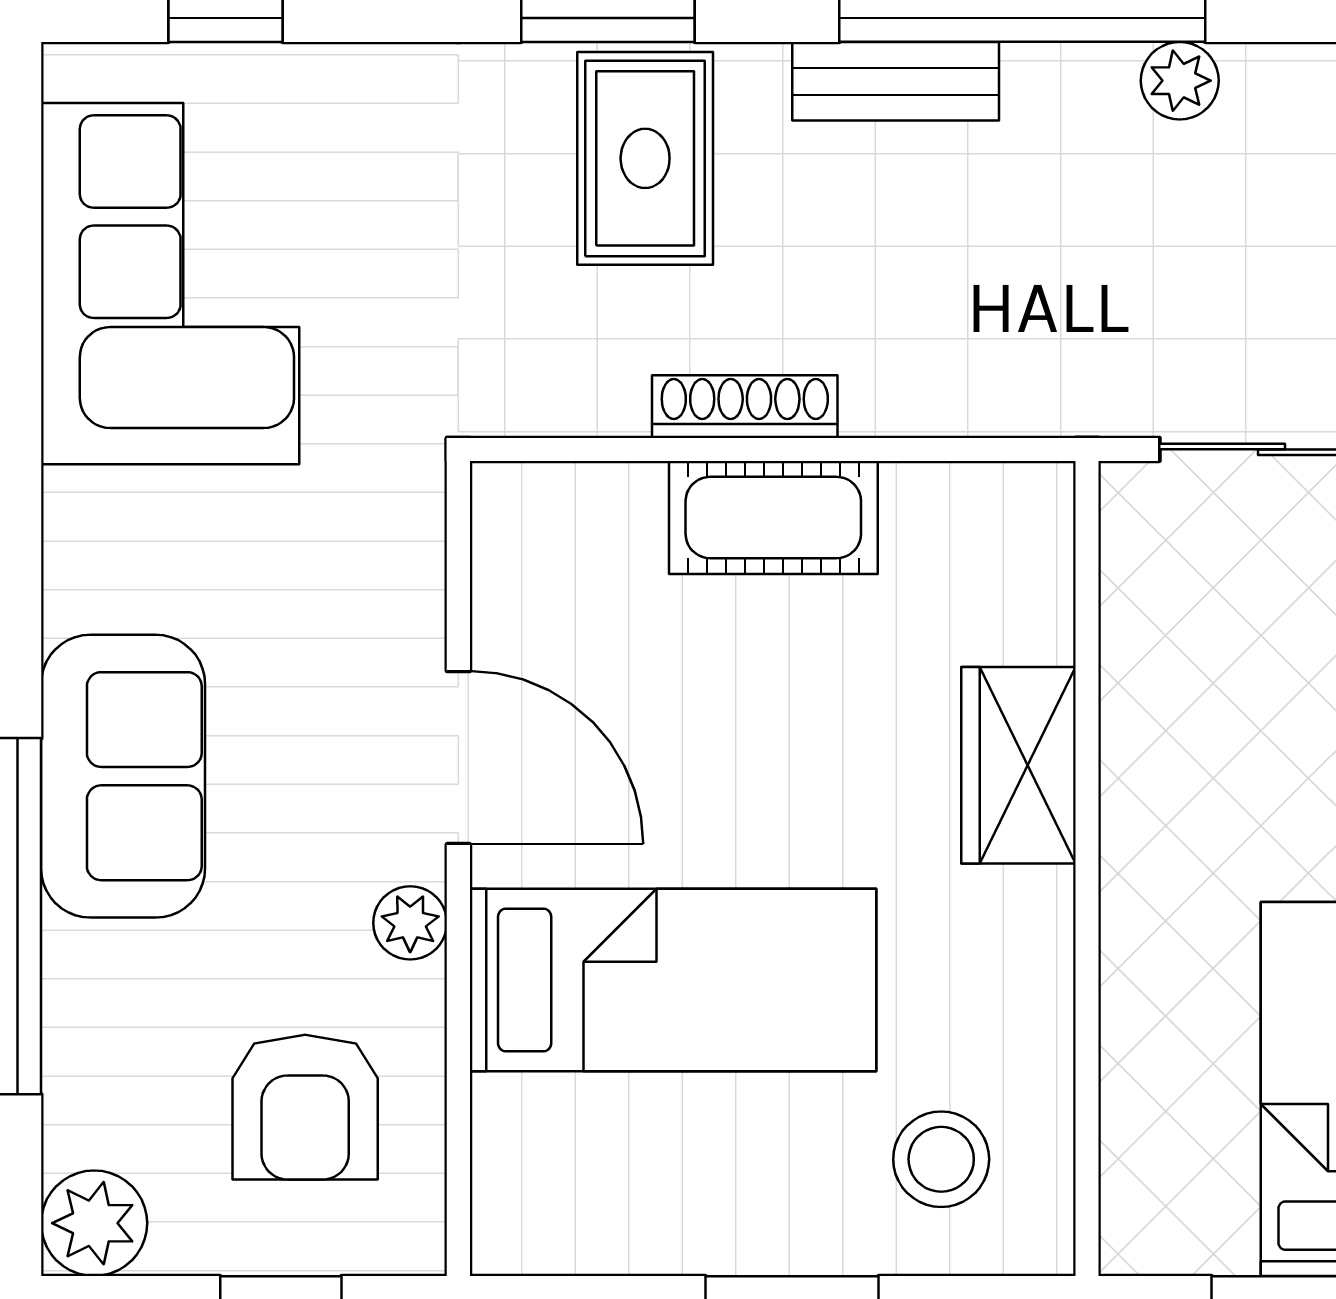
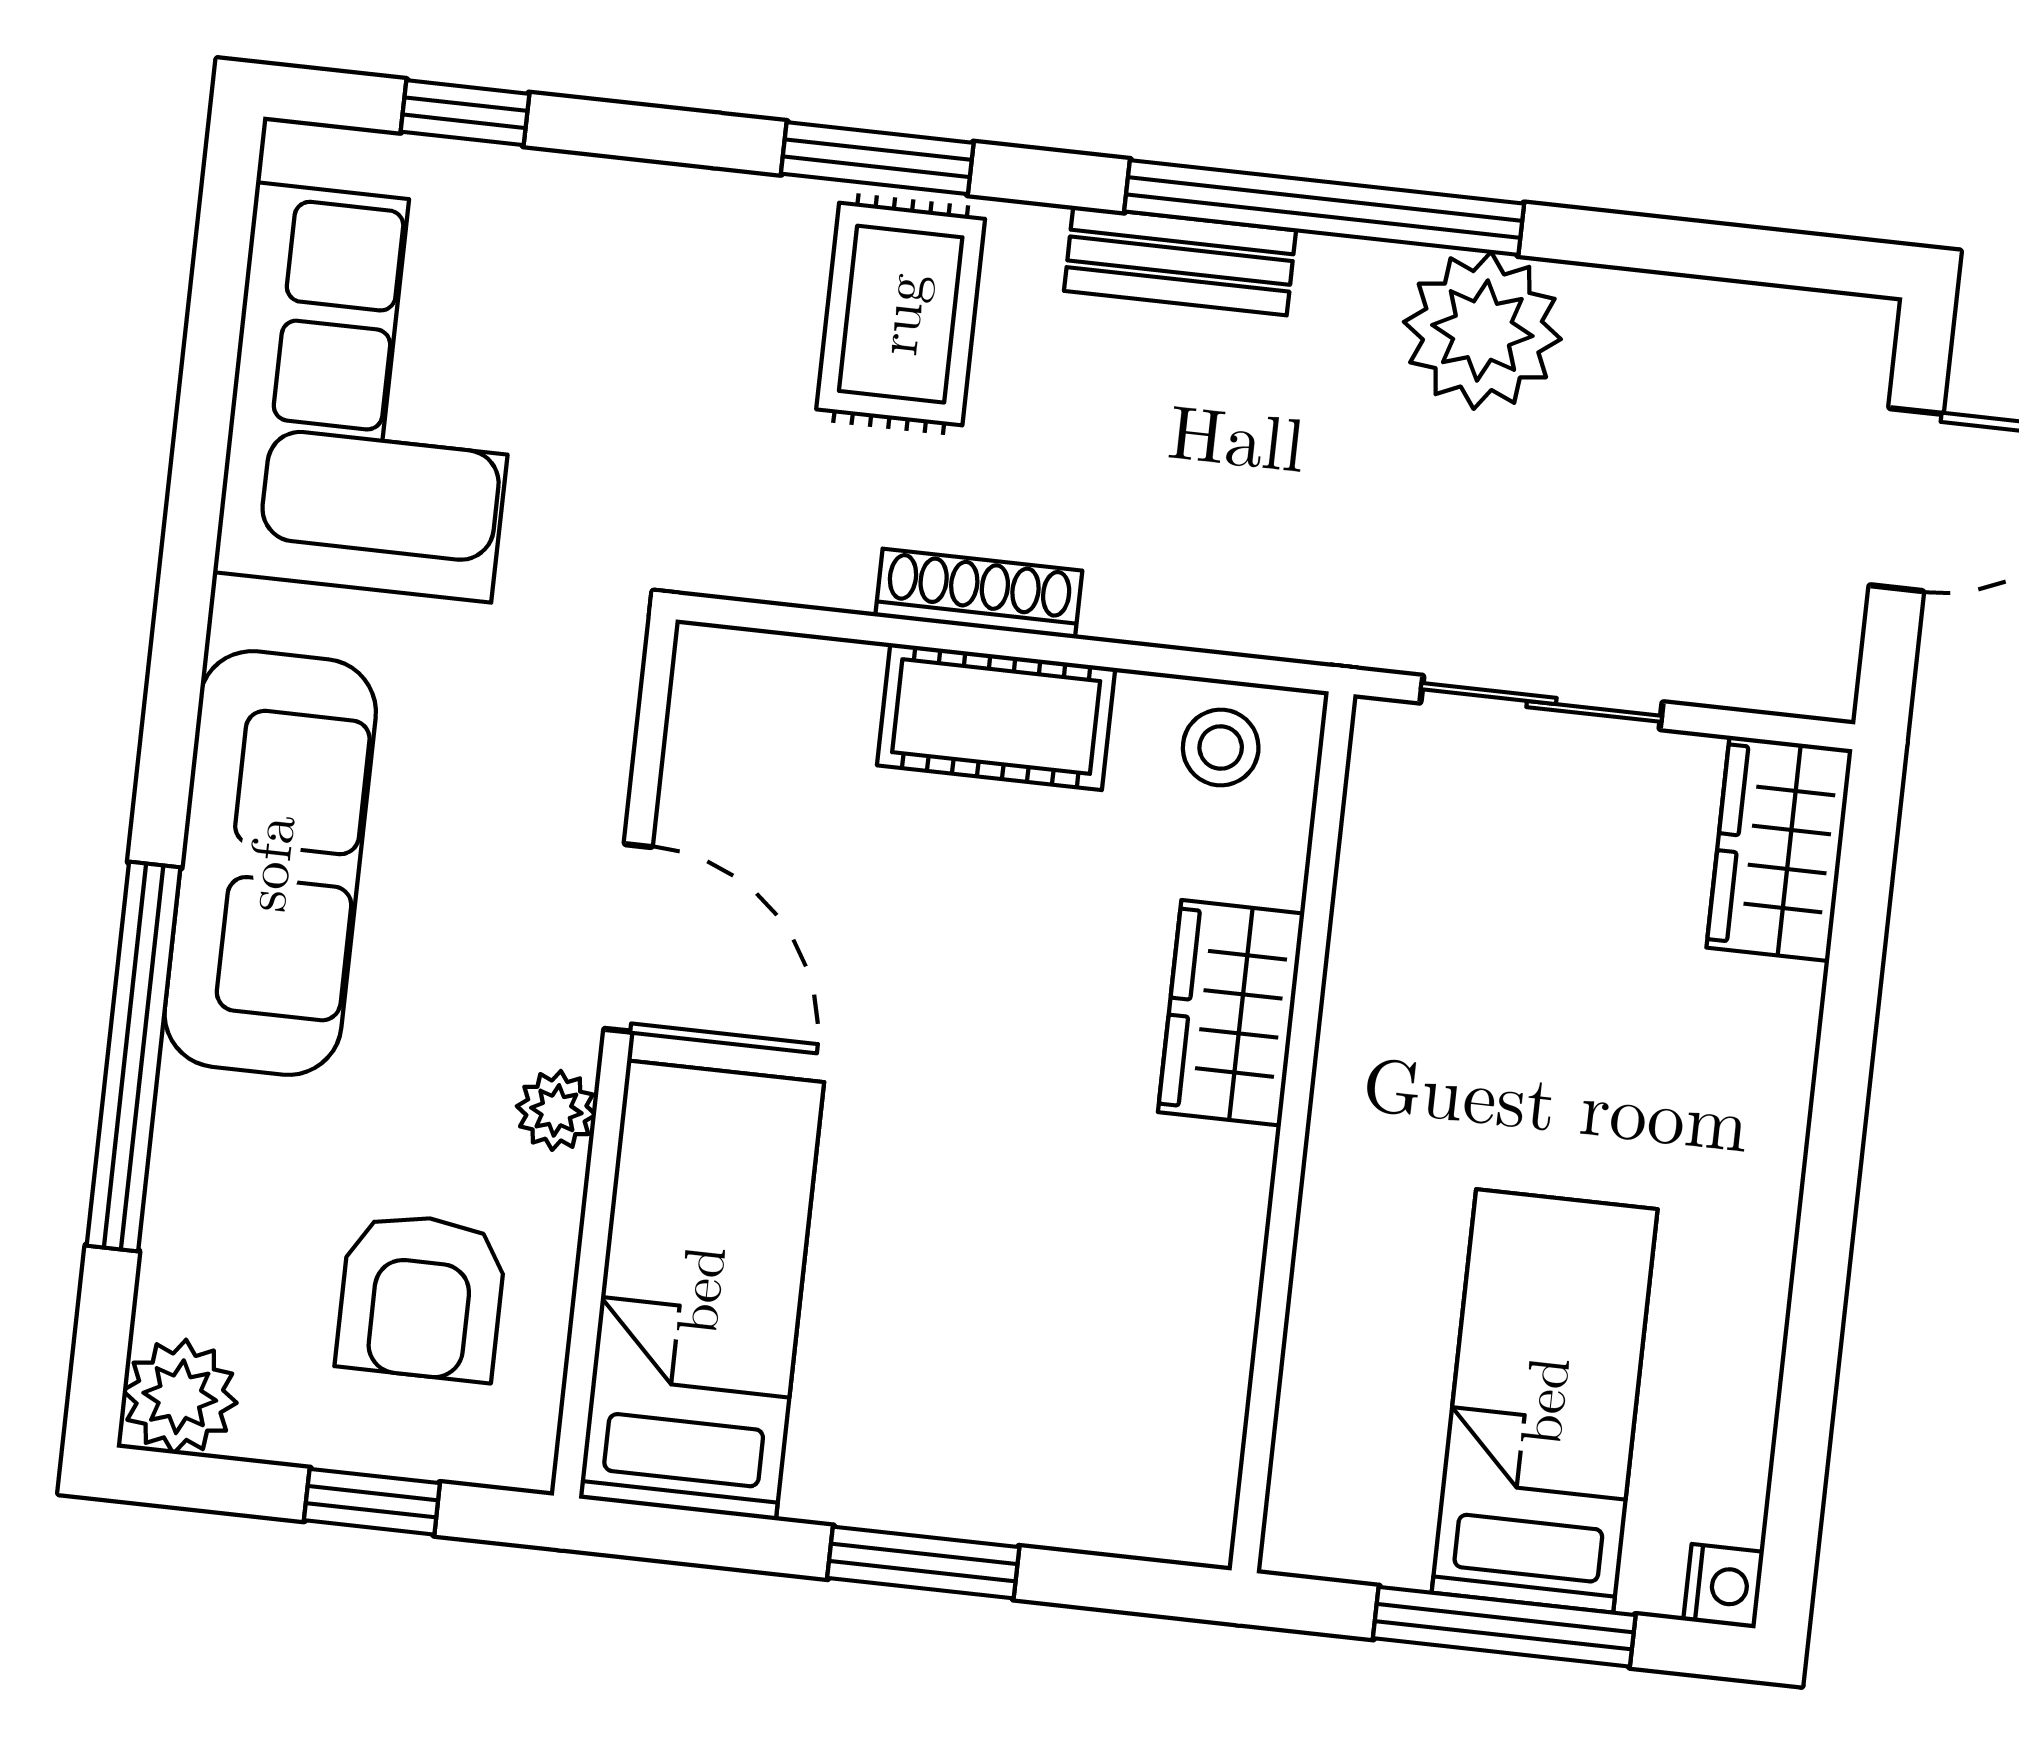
plant: (1180, 81) -> (1482, 331), width x1.87, depth x1.87
sofa: (123, 776) -> (270, 863), width x1.36
bed: (673, 980) -> (701, 1290), moved, turned -90
stool: (941, 1159) -> (1221, 747), moved, width x0.73, depth x0.73

